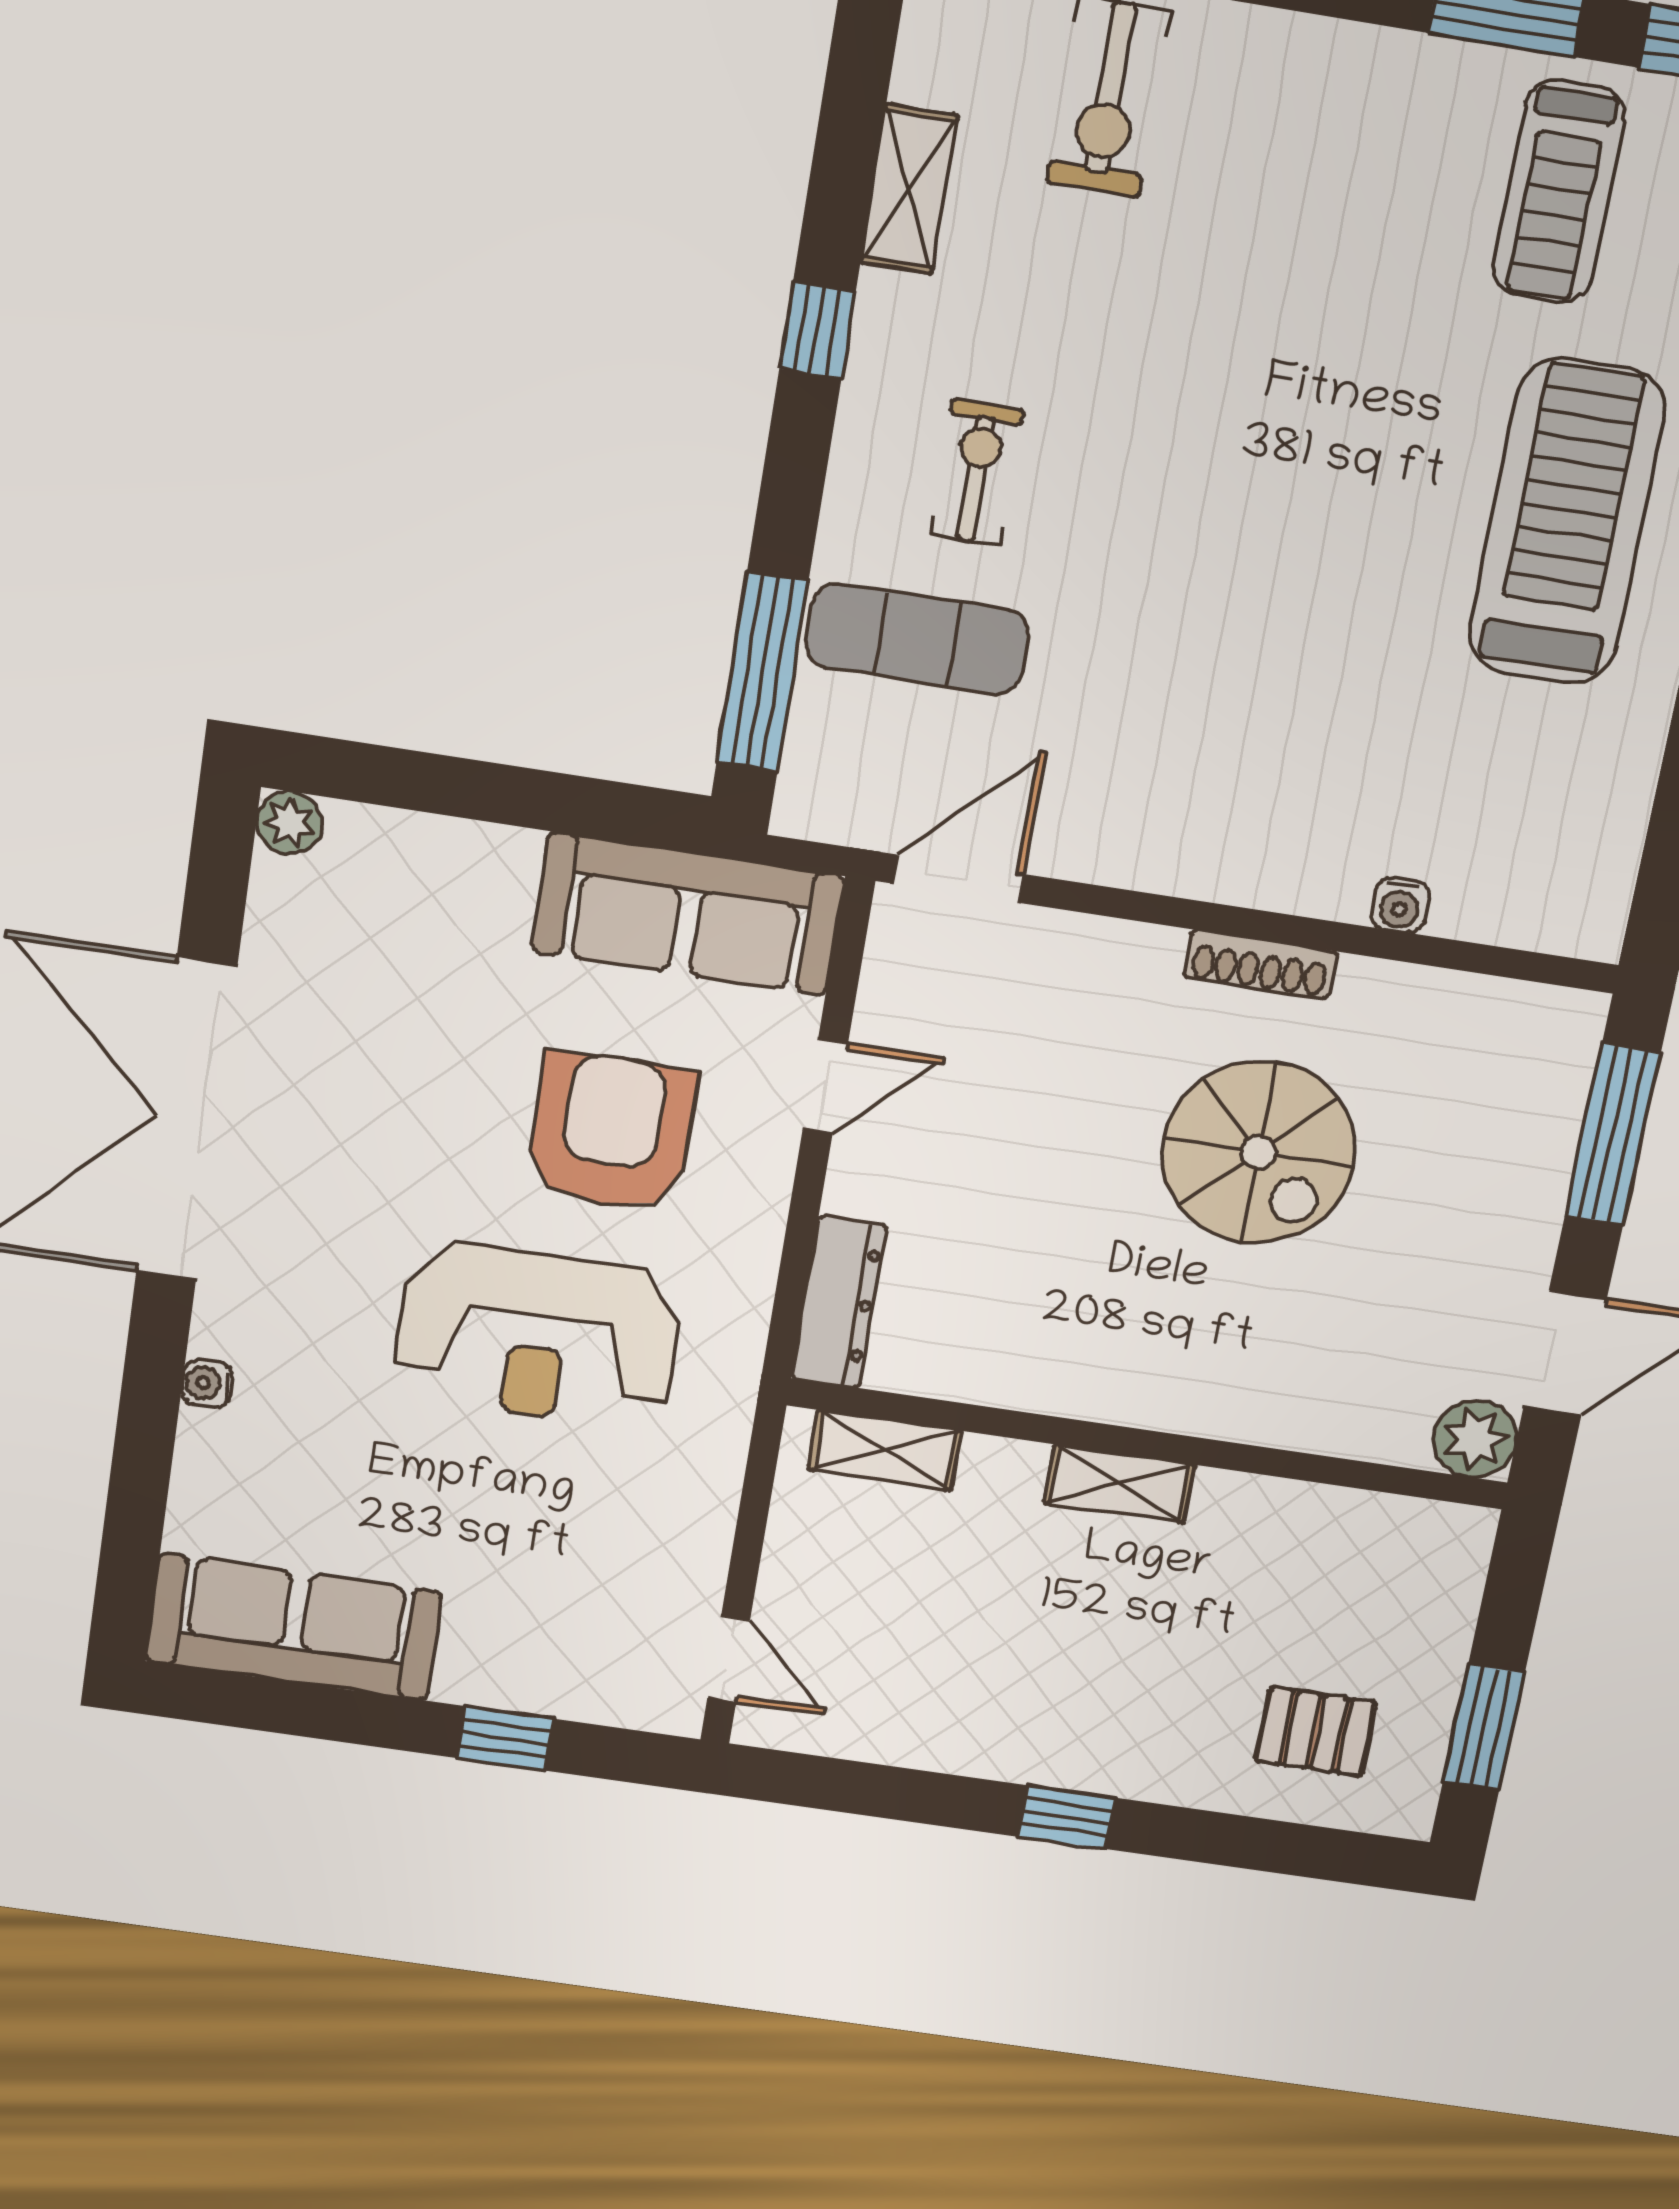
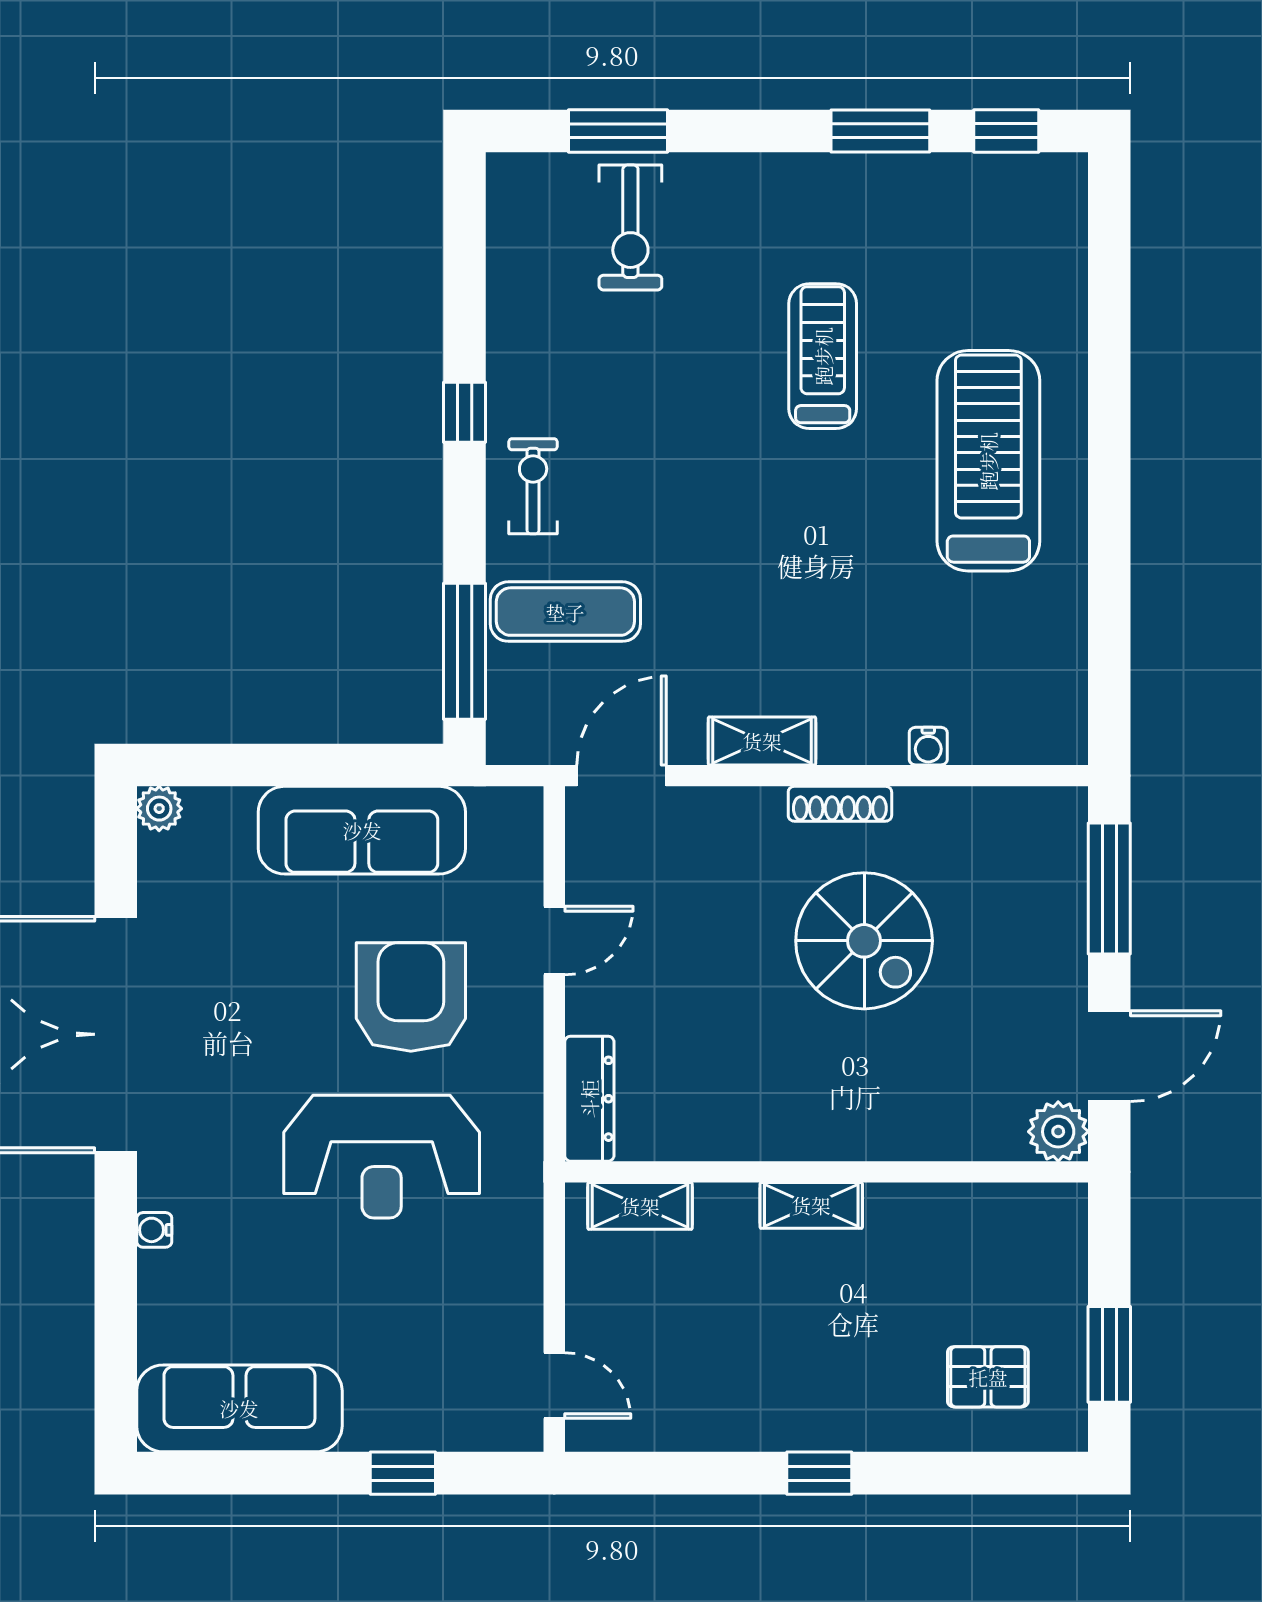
shelving: (909, 189) -> (762, 741), moved, turned 90
treadmill: (1559, 192) -> (823, 356), moved, turned 180
exercise bike: (977, 472) -> (533, 486), moved
sofa: (688, 914) -> (362, 830), moved

